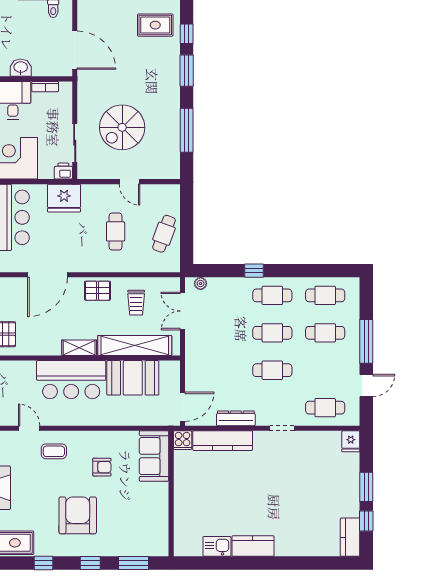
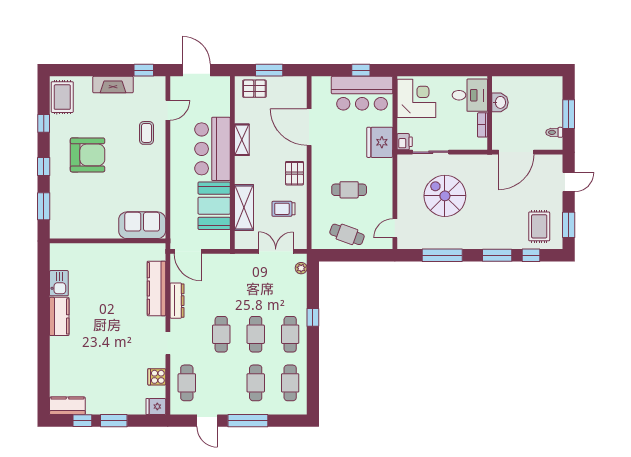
door: (129, 182) -> (395, 228), moved
shelving: (135, 346) -> (244, 207), width x0.68
shelving: (79, 348) -> (242, 140), moved
cooker: (183, 440) -> (157, 377), moved
armchair: (102, 467) -> (132, 177), removed

